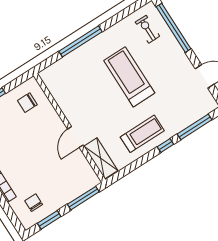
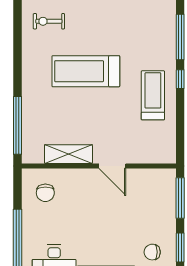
window: (80, 41) -> (17, 125), moved
shelving: (101, 158) -> (68, 154), moved

